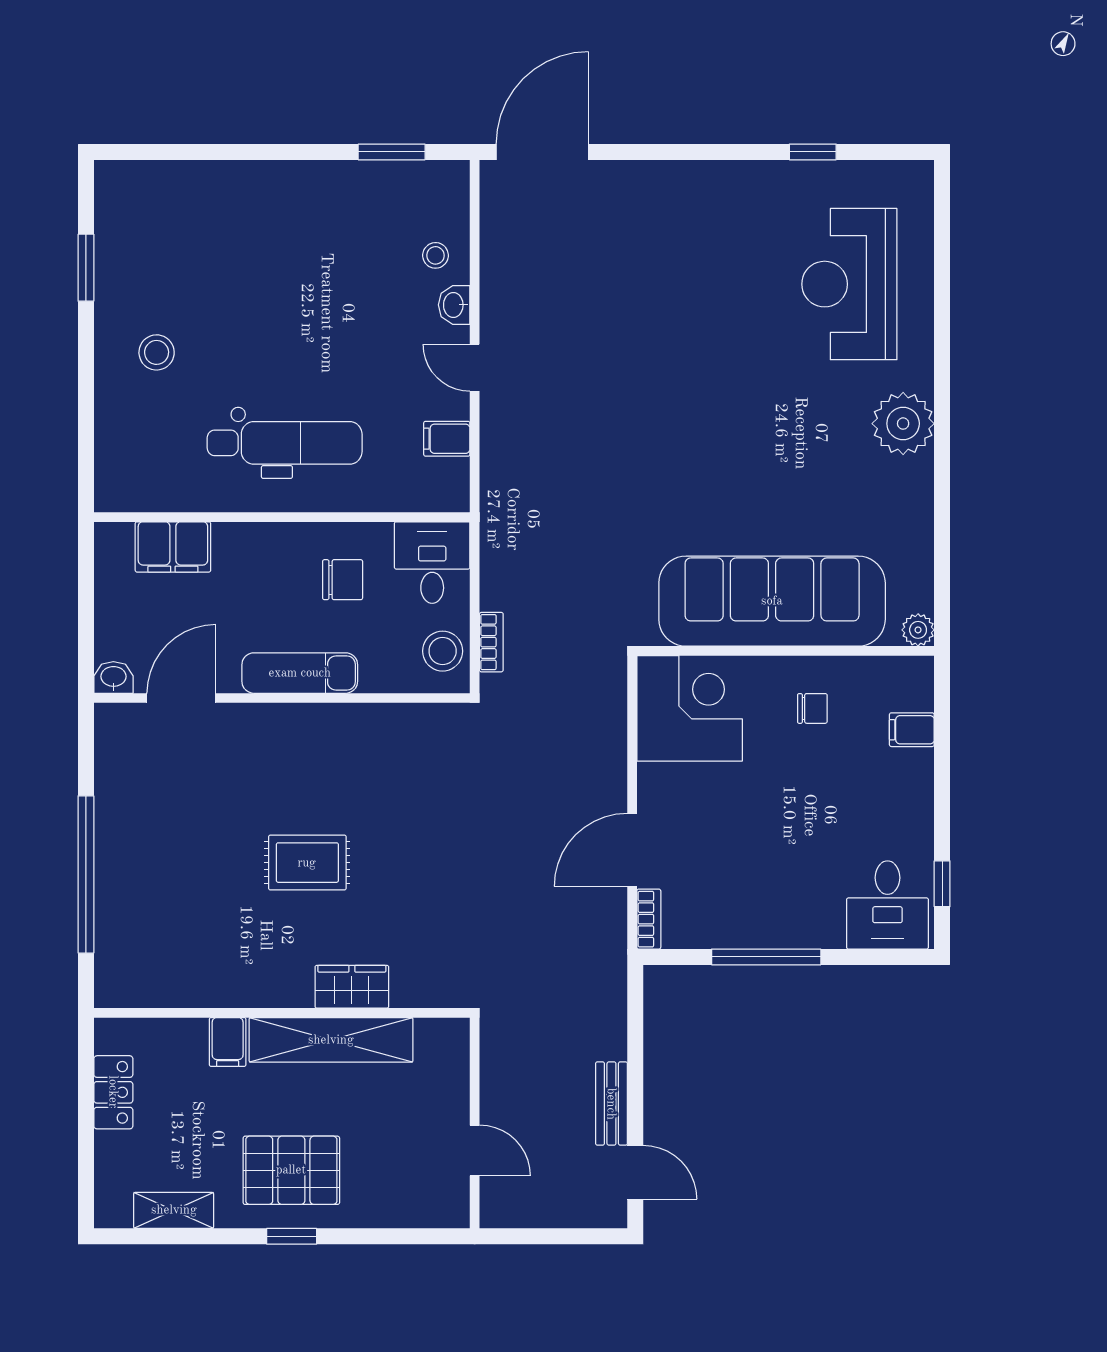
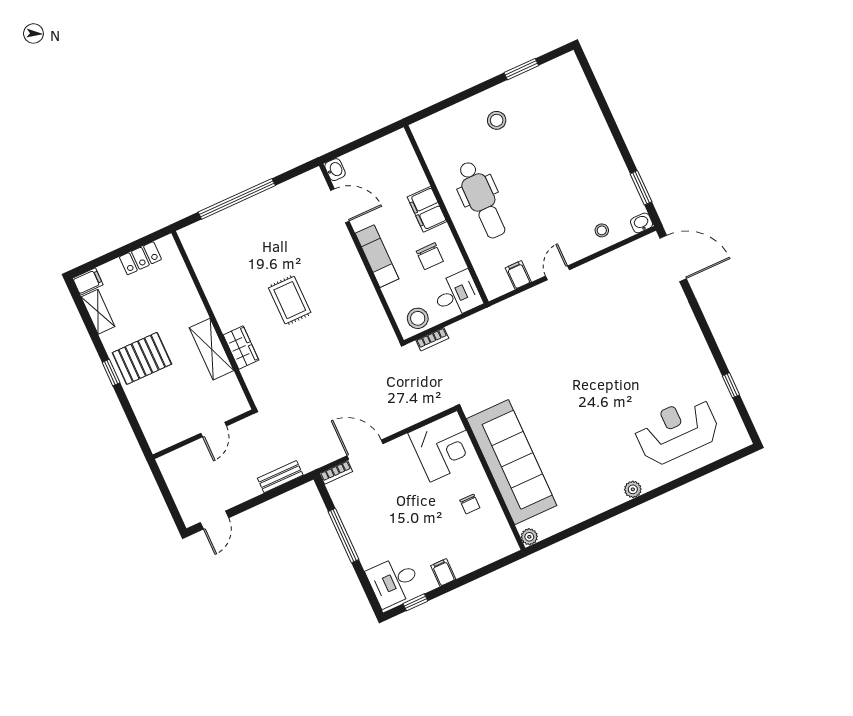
washbasin: (454, 305) -> (641, 223), moved
plant: (903, 424) -> (633, 489), width x0.53, depth x0.53
filing cabinet: (173, 547) -> (427, 209), moved
filing cabinet: (912, 730) -> (443, 572), moved
shelving: (331, 1040) -> (212, 349), width x0.68
filing cabinet: (228, 1042) -> (88, 282), moved, turned 180
bench: (611, 1104) -> (280, 477), moved
door: (475, 1150) -> (214, 430), moved
pallet: (291, 1170) -> (142, 358), turned 90

